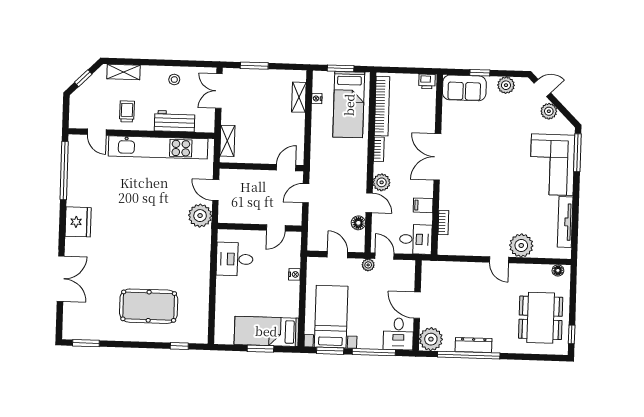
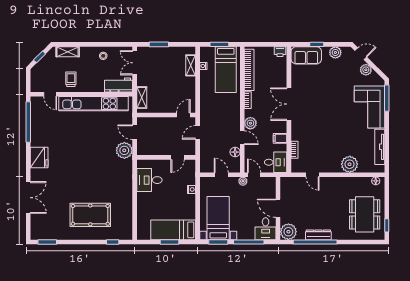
workbench: (175, 121) -> (119, 85), moved
door: (499, 260) -> (313, 175), moved

